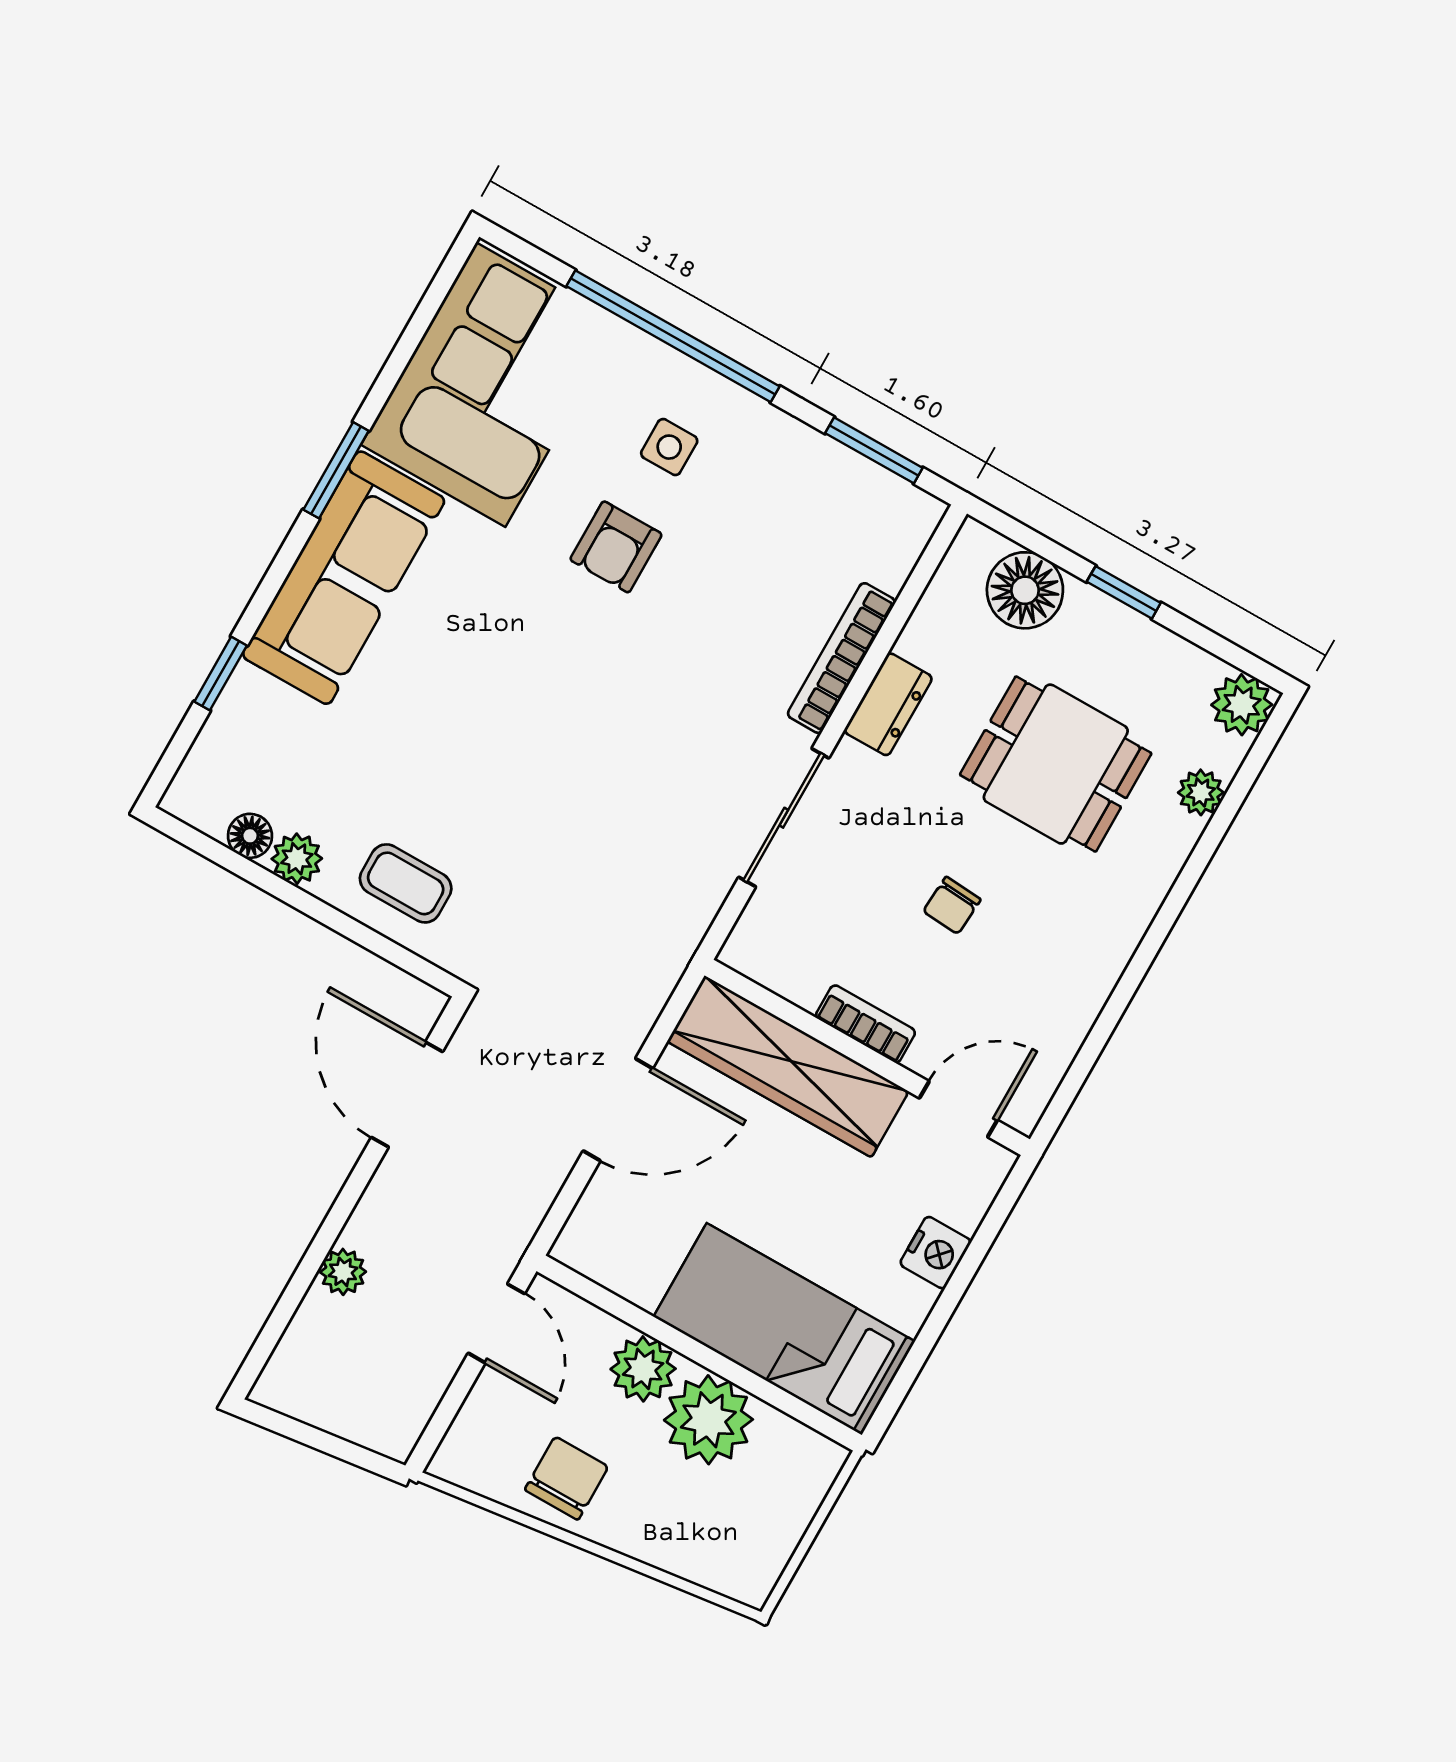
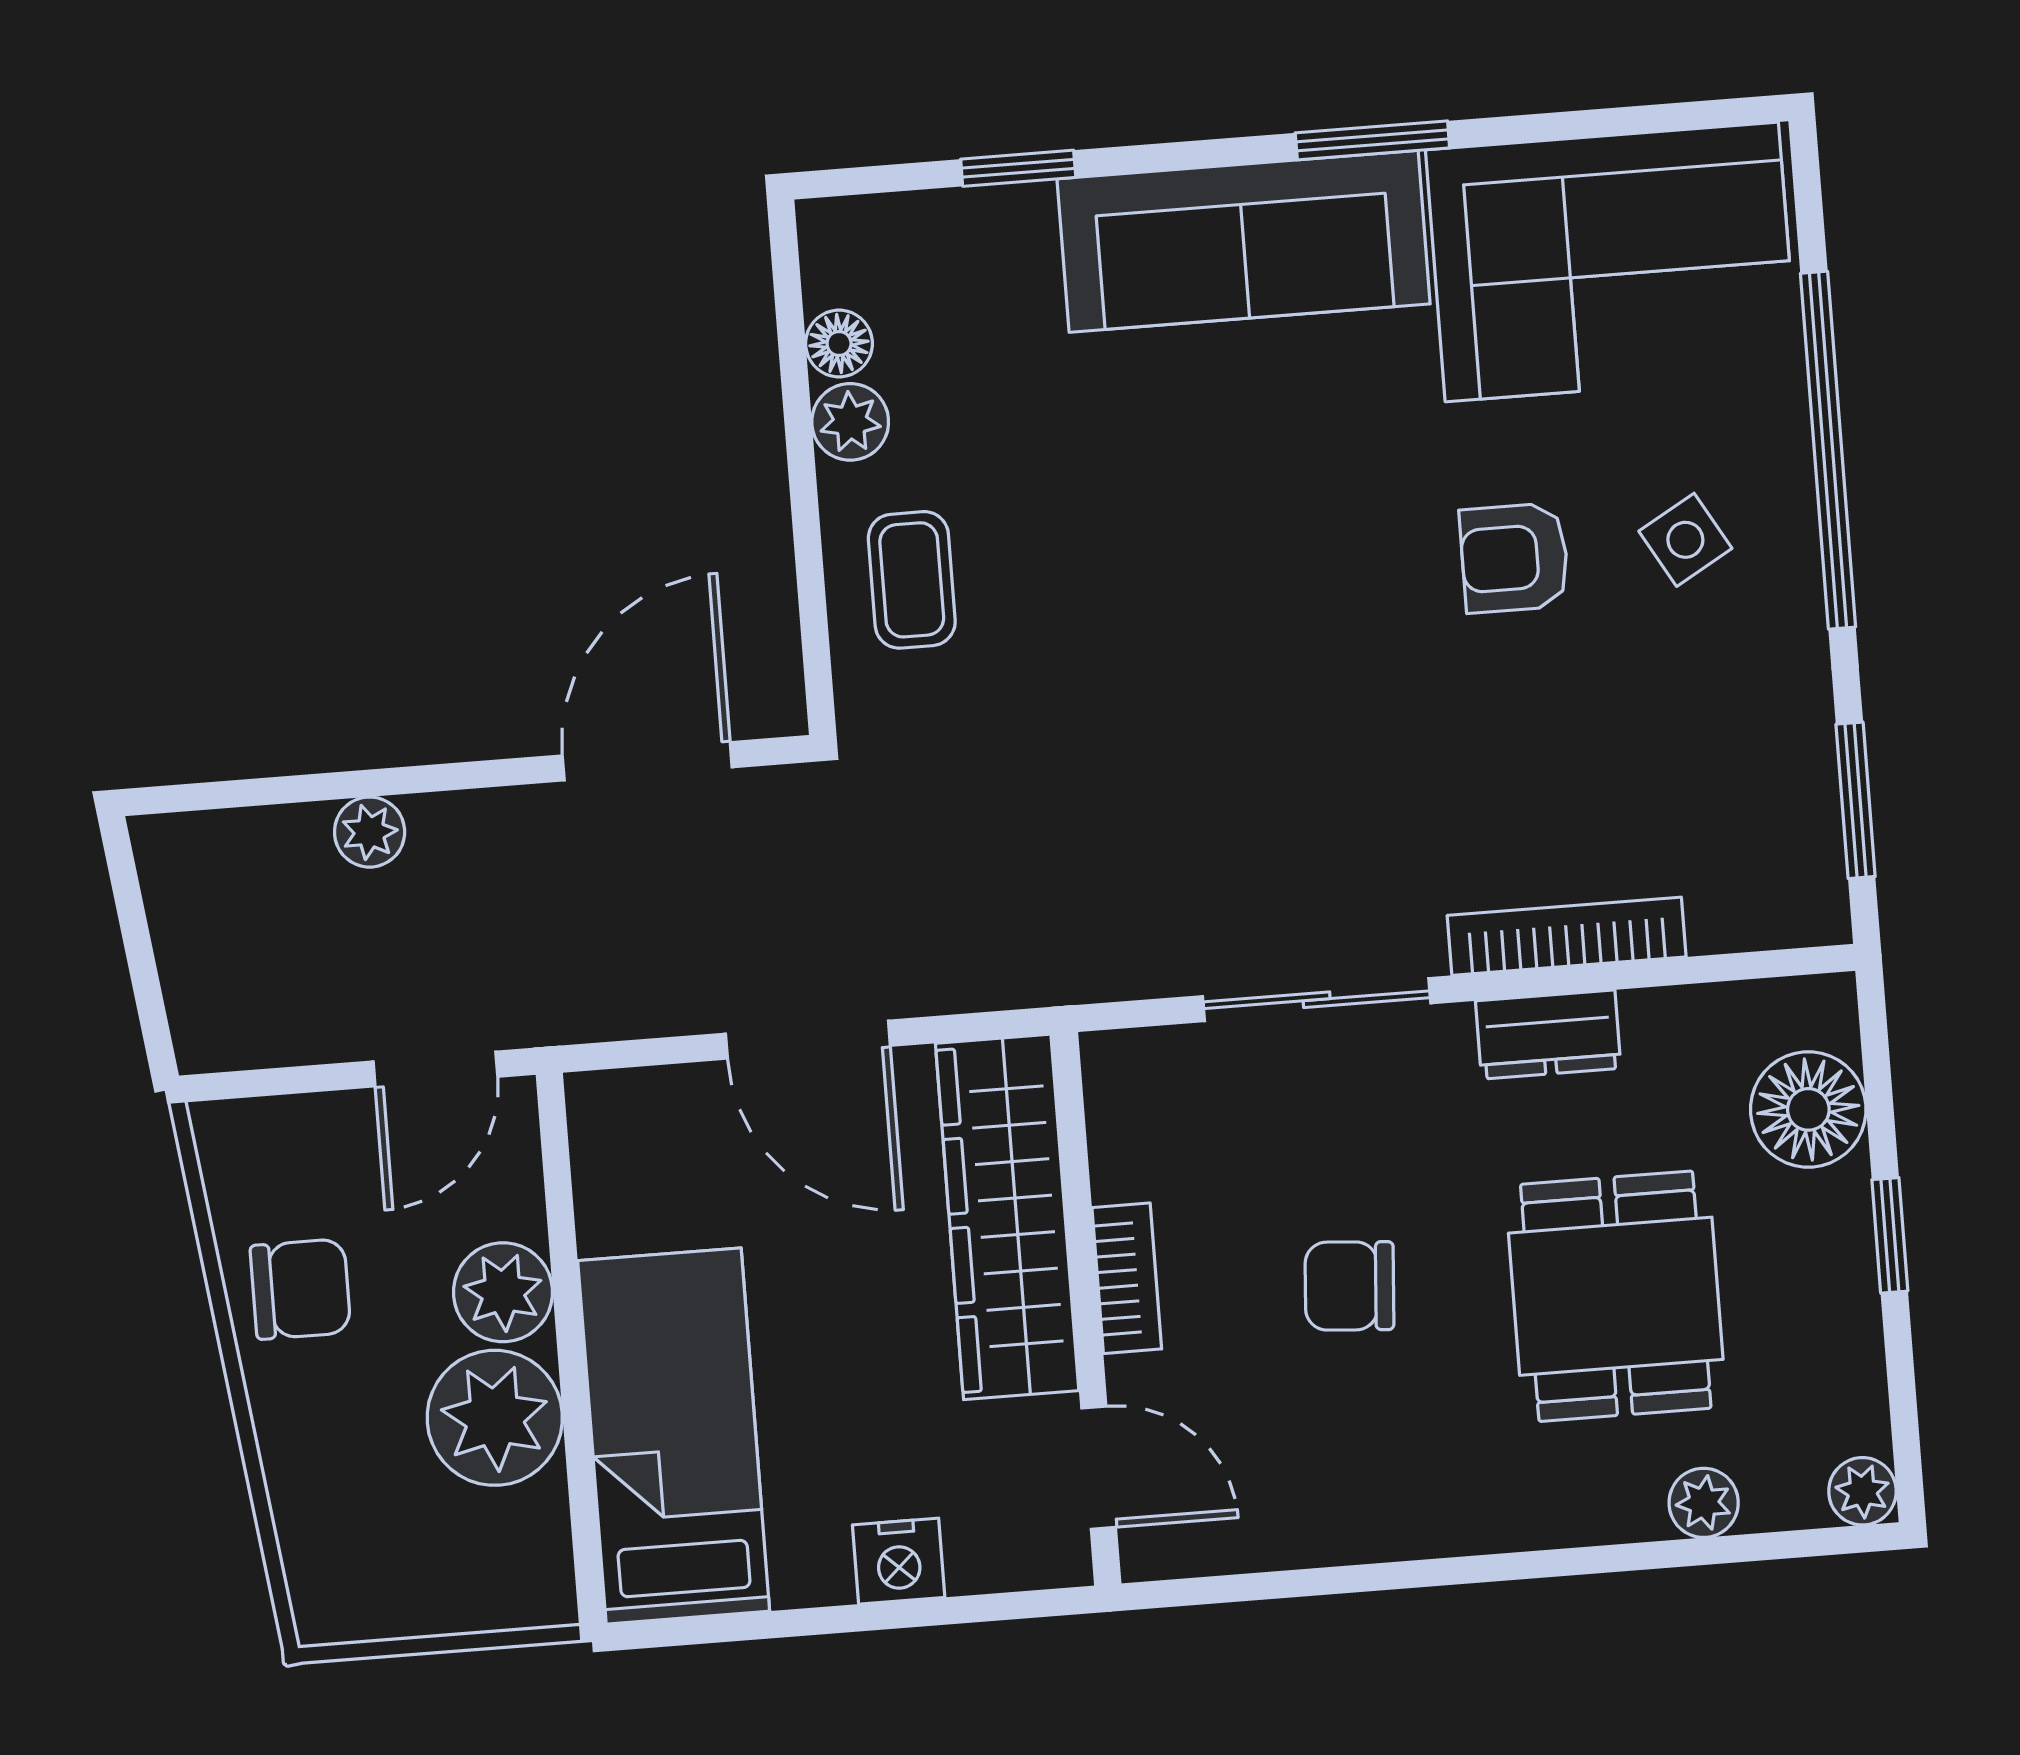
side table: (669, 447) -> (1685, 540), turned -30
plant: (1242, 705) -> (1862, 1491), width x0.73, depth x0.73
chair: (952, 905) -> (1349, 1286), width x1.37, depth x1.37

